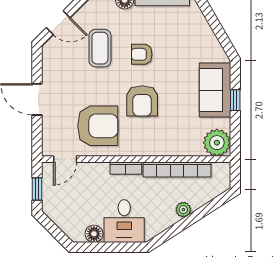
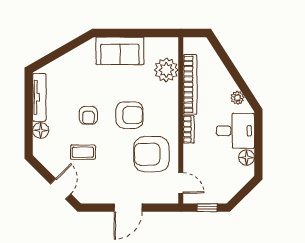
coffee table: (100, 48) -> (83, 152), width x0.73, depth x0.77
window: (235, 100) -> (129, 33), removed
armchair: (98, 126) -> (151, 154), turned -90
plant: (217, 143) -> (166, 70), moved
plant: (183, 210) -> (237, 98), moved

